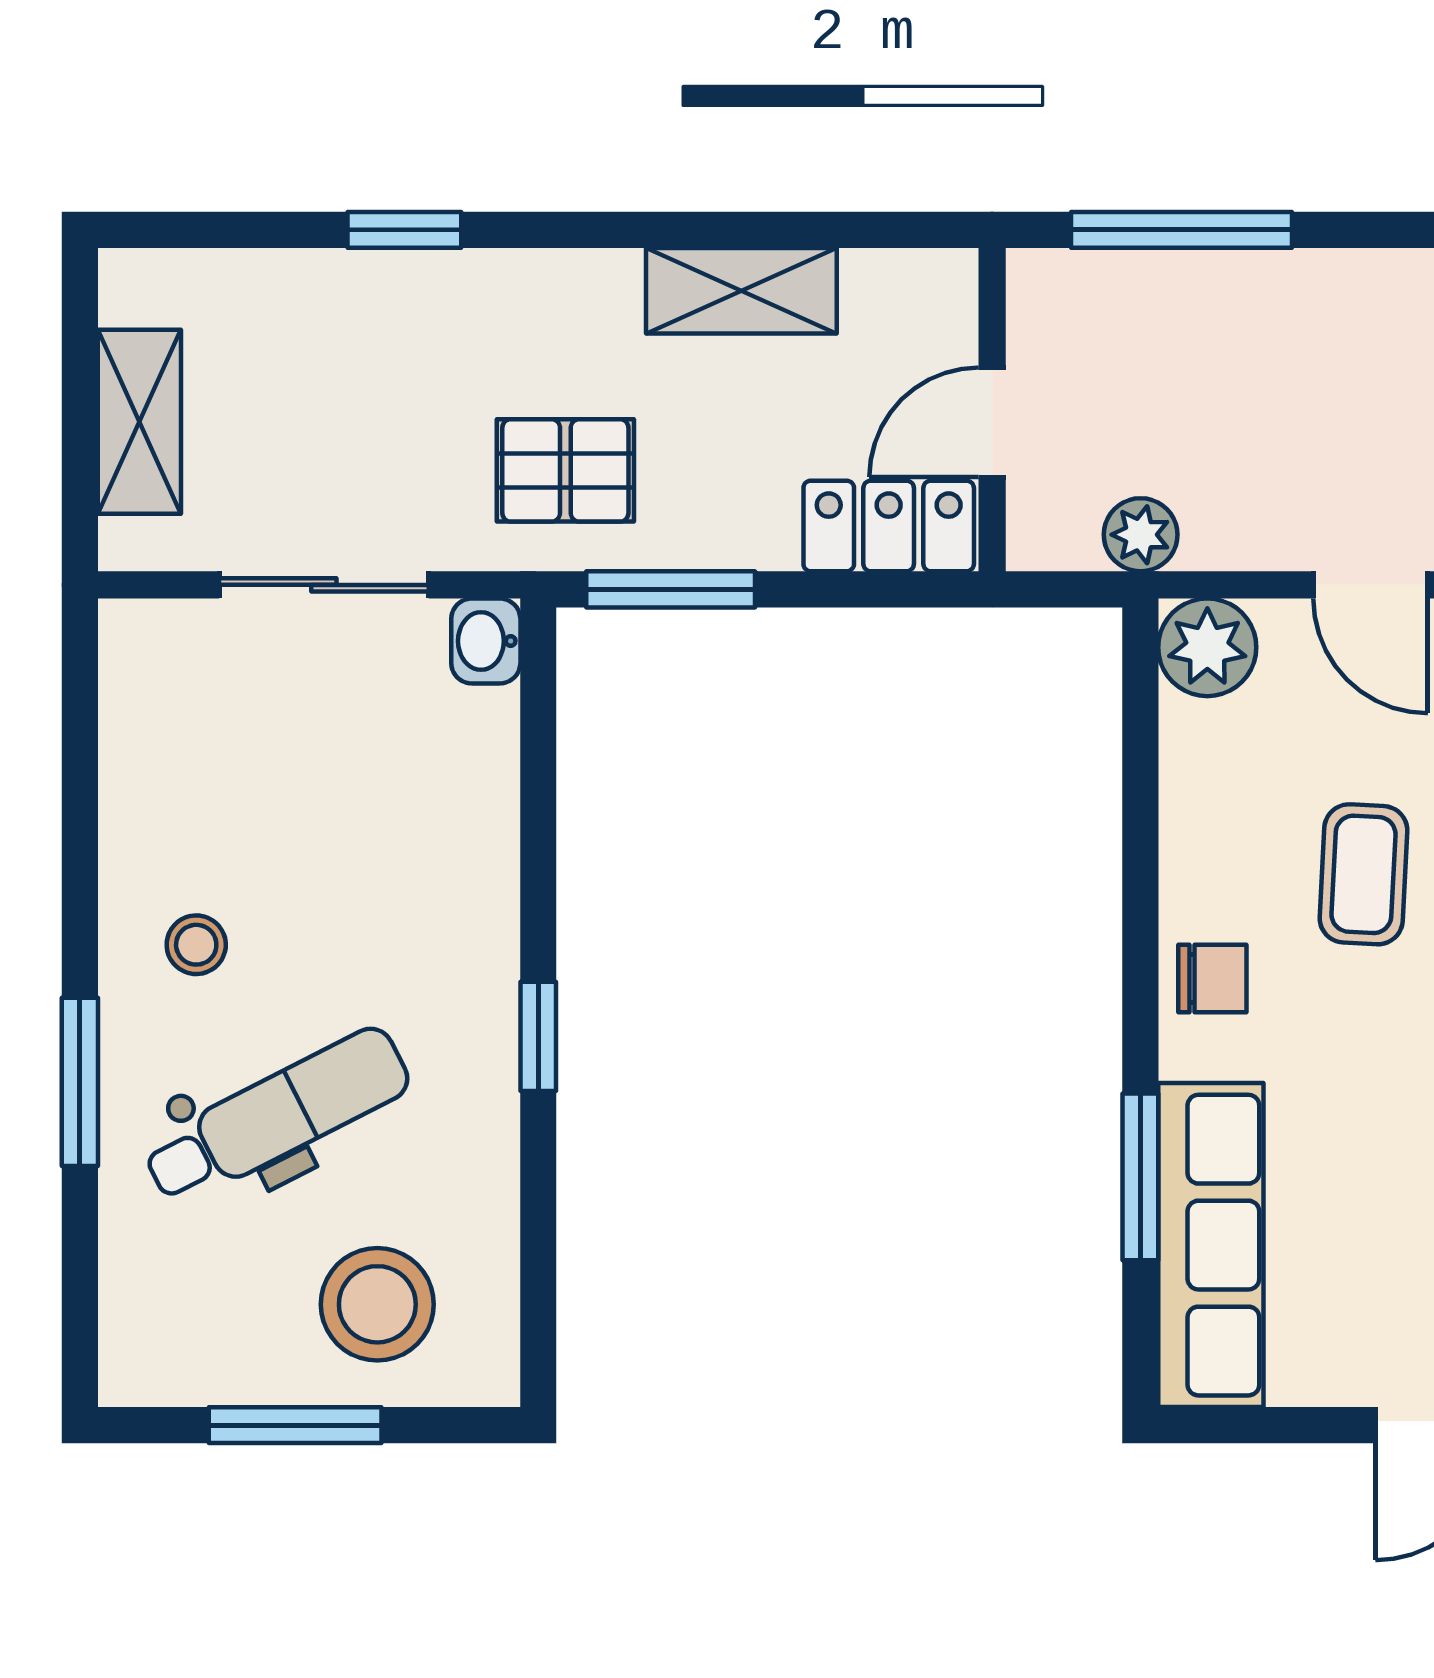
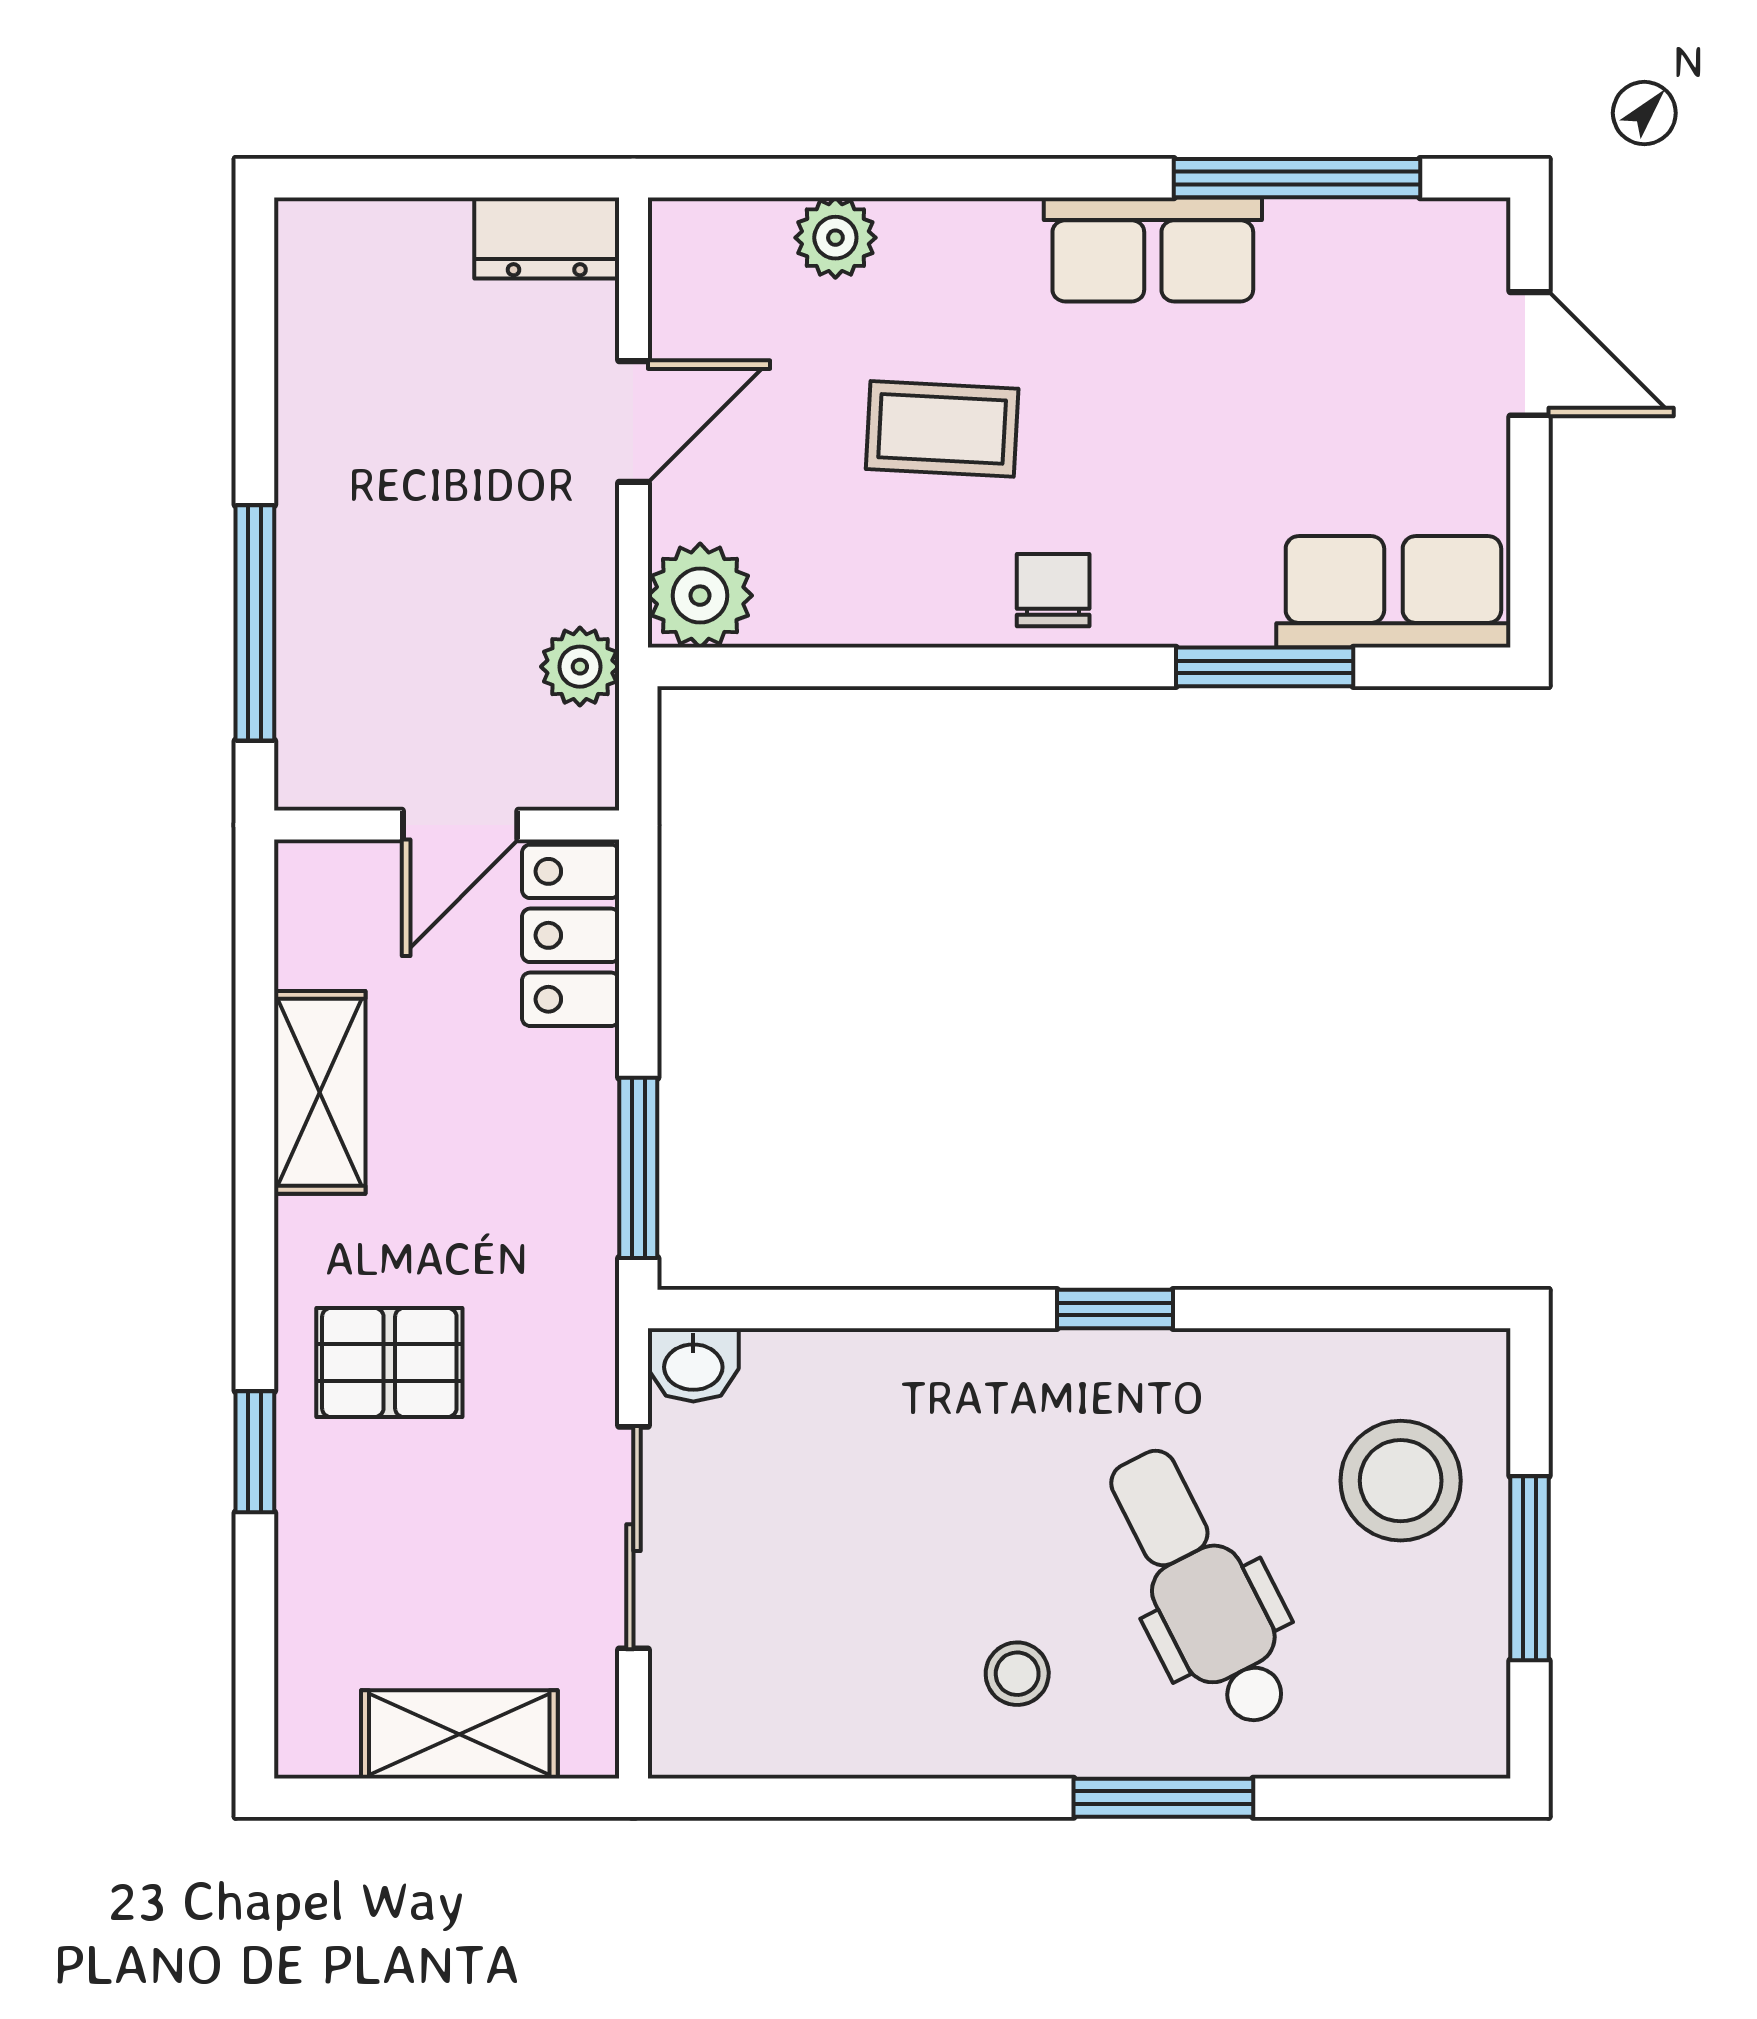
door: (992, 422) -> (460, 825), hinge flipped
pallet: (565, 470) -> (389, 1362), moved, turned 90
row of seats: (1211, 1245) -> (1393, 592), width x0.68

